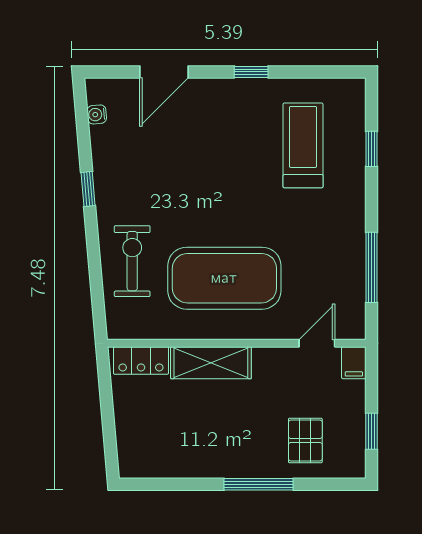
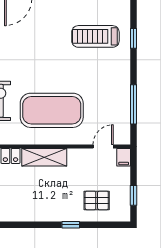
treadmill: (303, 145) -> (95, 36), turned -90
pallet: (305, 440) -> (97, 200), turned 90
window: (259, 484) -> (71, 225), width x0.46

